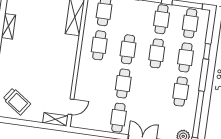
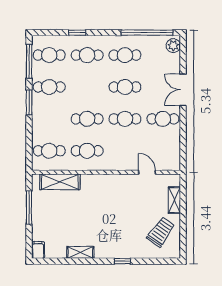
cafe table: (157, 53) -> (125, 87), moved
door: (71, 107) -> (147, 172), moved
shelving: (55, 119) -> (174, 200), moved

